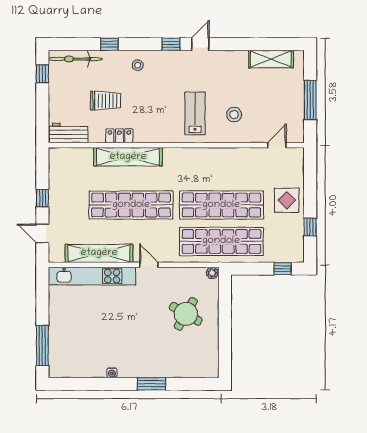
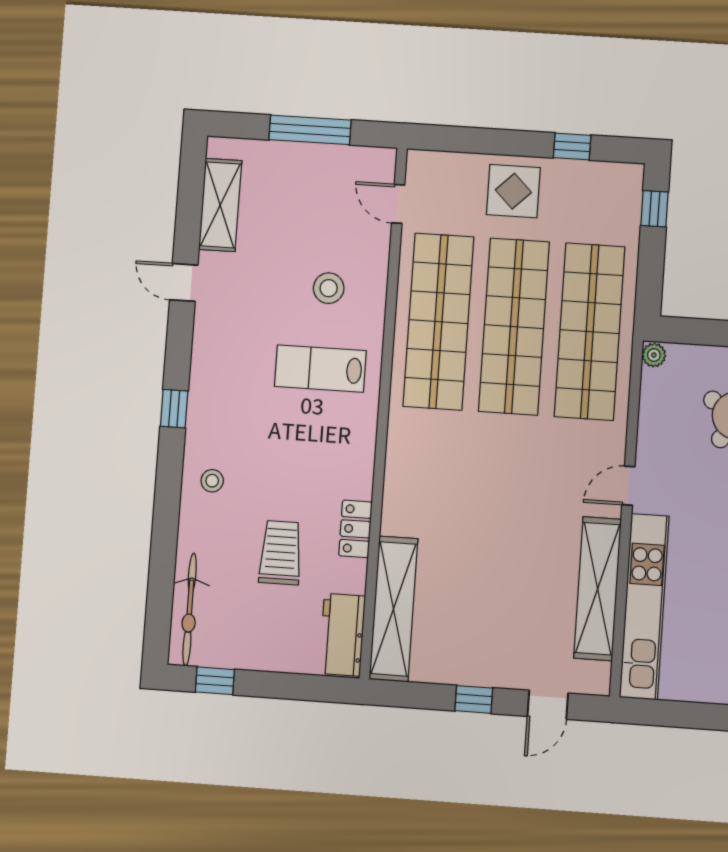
window: (109, 44) -> (164, 536), removed
door: (200, 44) -> (184, 282), moved
shelving: (128, 157) -> (394, 609), moved
shop shelf: (131, 205) -> (438, 322), moved

